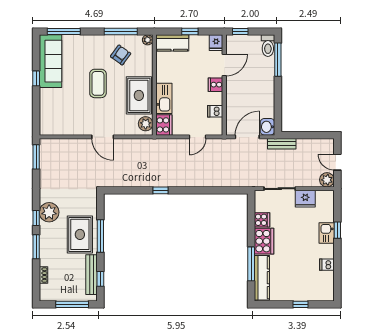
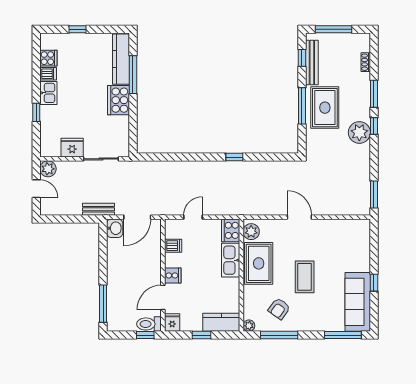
toilet: (268, 46) -> (149, 324), moved, turned -90
cooker: (262, 220) -> (48, 58), moved, turned 180
kitchen sink: (327, 233) -> (48, 93), moved

